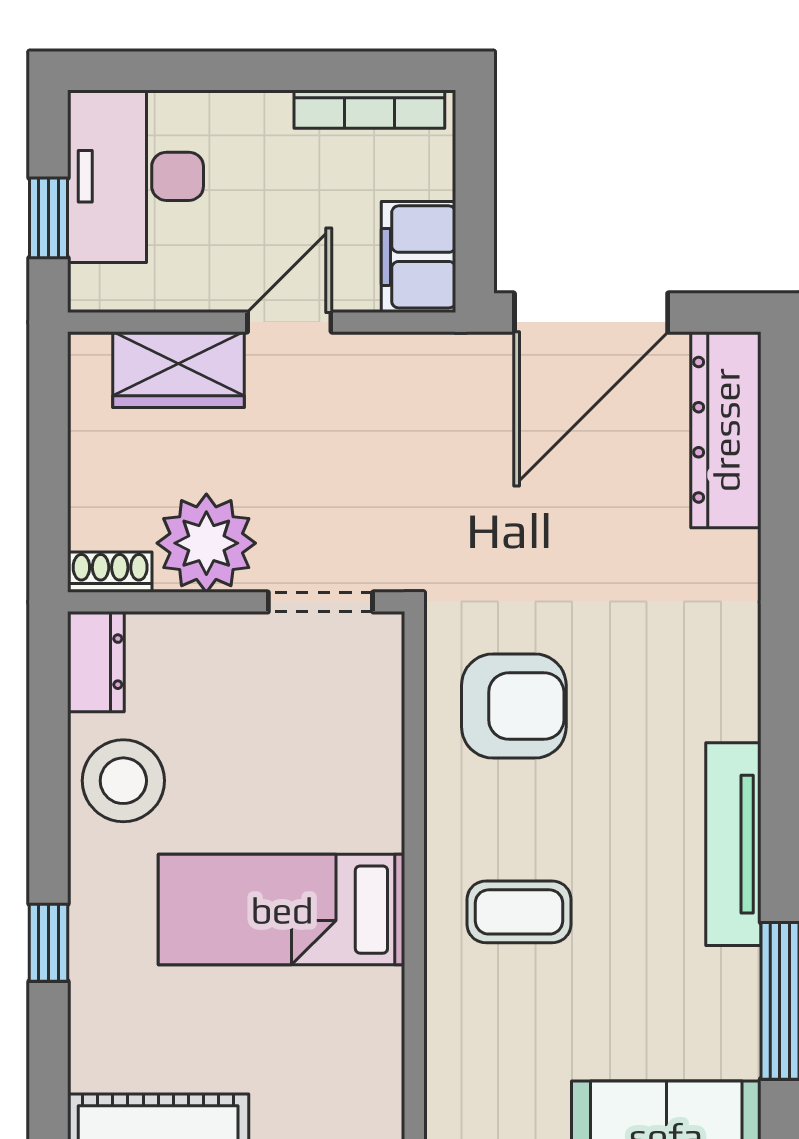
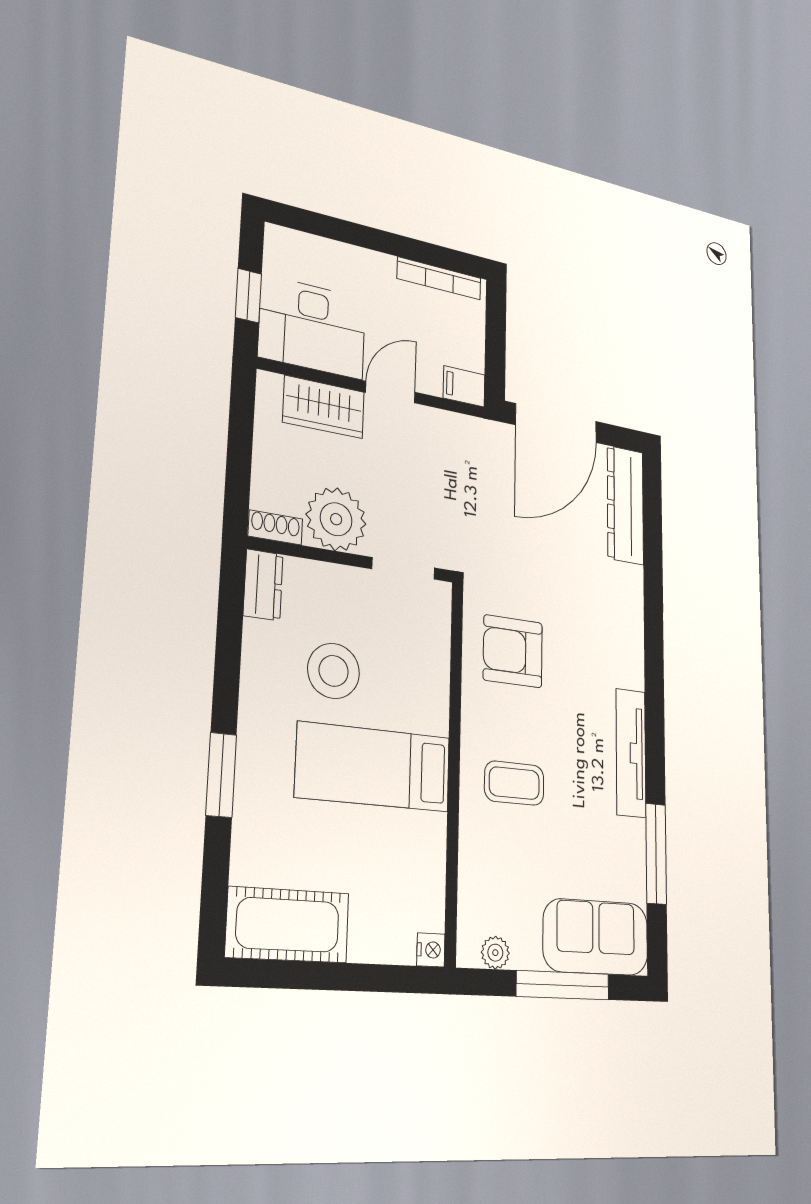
desk: (135, 176) -> (312, 327), moved, turned -90
filing cabinet: (419, 257) -> (464, 386), width x0.50
armchair: (514, 706) -> (513, 651), turned 180
stool: (123, 781) -> (334, 671), moved
window: (49, 943) -> (221, 775), width x1.50

